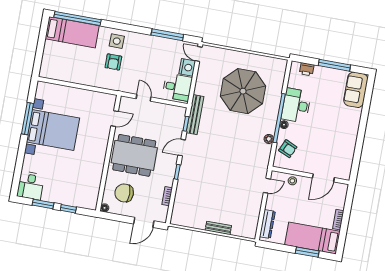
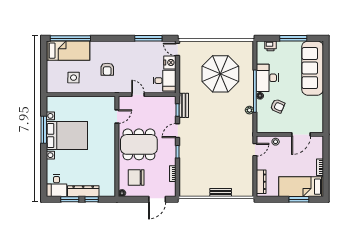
side table: (117, 41) -> (74, 78), moved
sofa: (356, 90) -> (313, 68), width x1.85, depth x1.27
bench: (195, 115) -> (184, 105), width x0.73
armchair: (288, 149) -> (278, 106), moved
dresser: (60, 197) -> (83, 191), added

